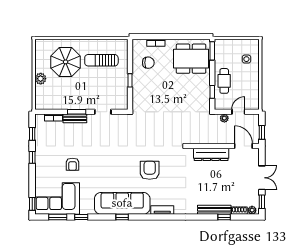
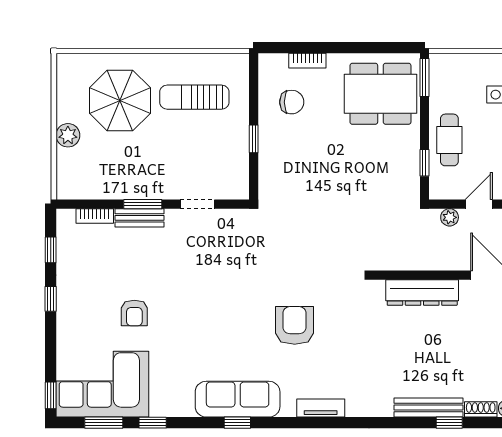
sofa: (122, 203) -> (238, 399), width x0.74, depth x0.79

